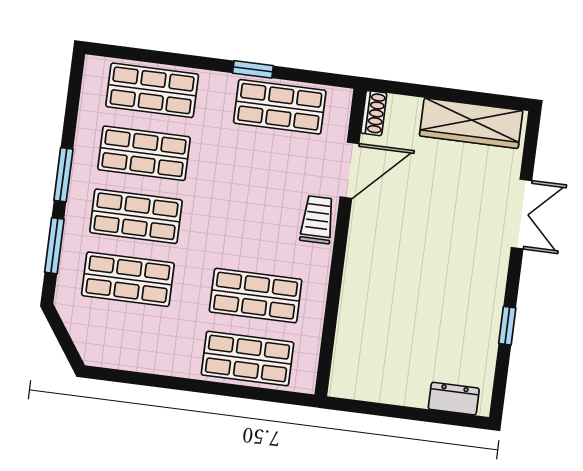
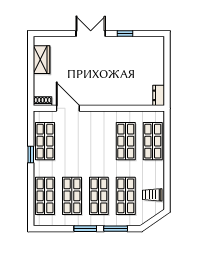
wardrobe: (471, 123) -> (42, 60), width x0.67
double door: (522, 214) -> (91, 33), moved
trolley: (317, 220) -> (152, 195), moved
dresser: (454, 399) -> (159, 95), moved

